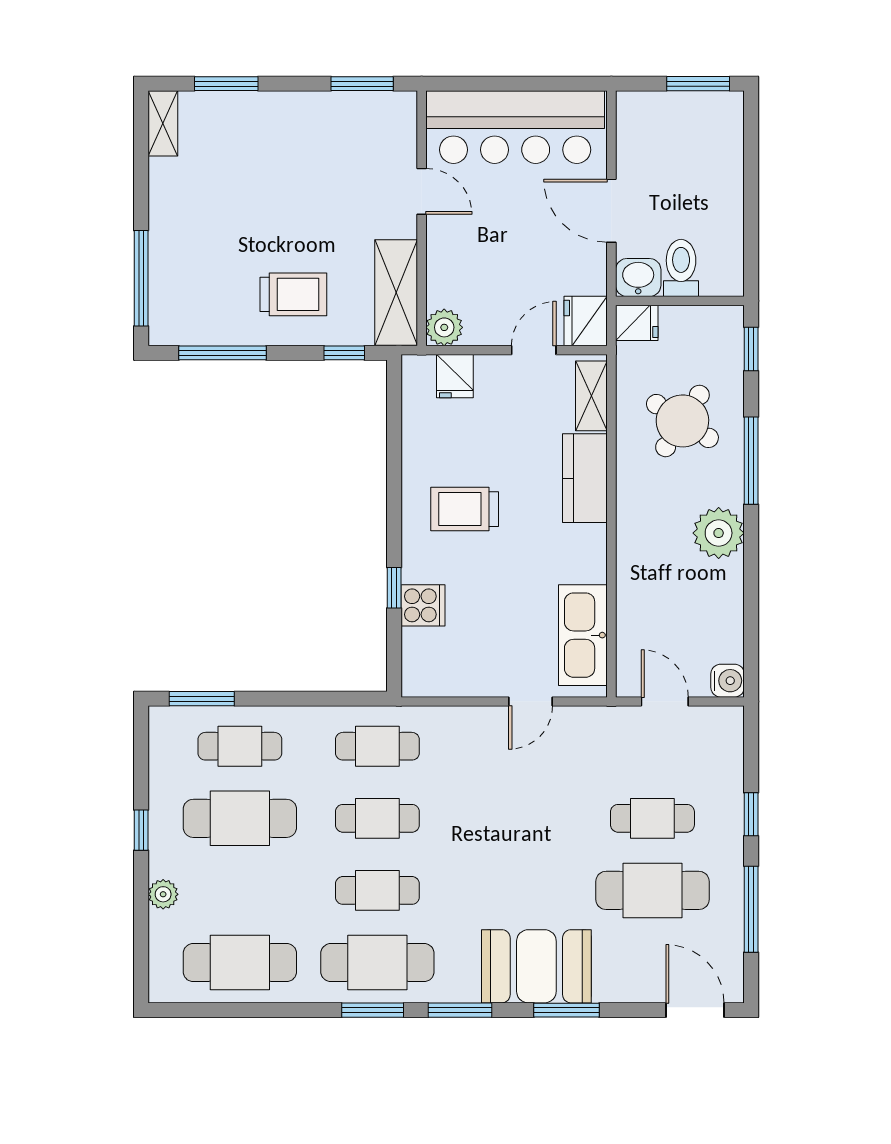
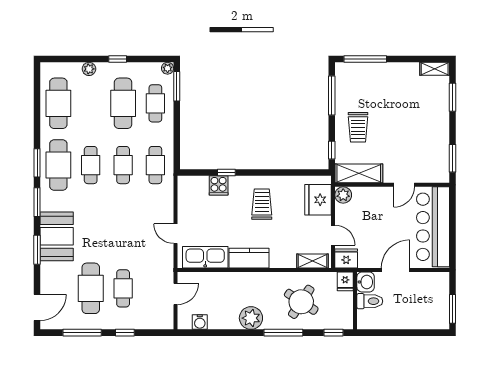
fridge: (455, 376) -> (318, 200), width x1.88, depth x1.34
kitchen counter: (585, 478) -> (249, 258), moved
water cooler: (728, 681) -> (200, 322), moved
plant: (162, 719) -> (168, 68), added

